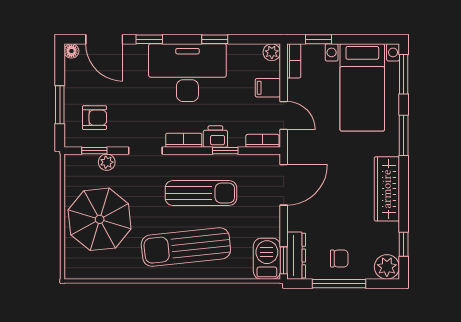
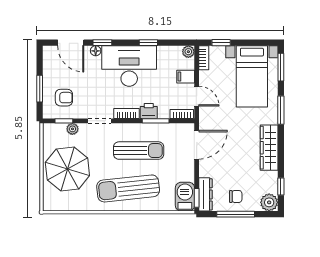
floor lamp: (71, 51) -> (96, 51), moved
window: (225, 151) -> (156, 121), width x1.50

